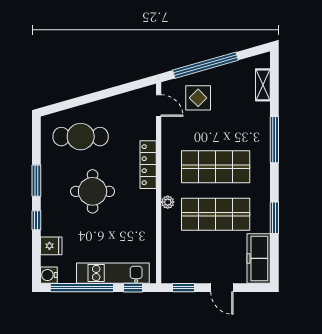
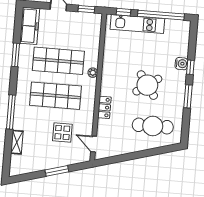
window: (205, 65) -> (57, 171), width x0.47
shelving: (263, 85) -> (17, 142), moved
display table: (198, 98) -> (62, 133), moved
locker: (148, 165) -> (104, 107), width x0.66
round table: (93, 191) -> (147, 85), turned -35
fridge: (51, 246) -> (181, 48), removed
water cooler: (49, 275) -> (181, 64), moved

